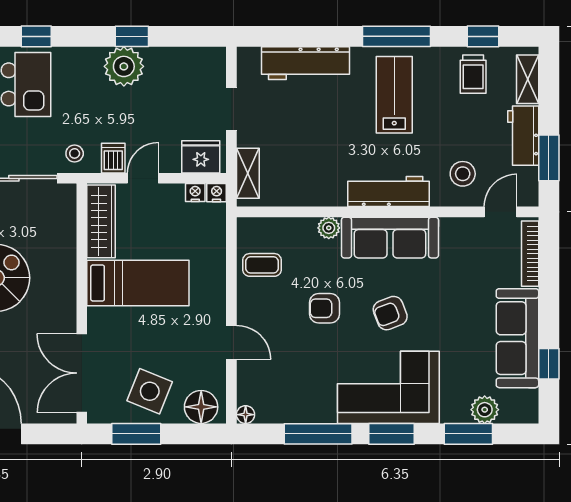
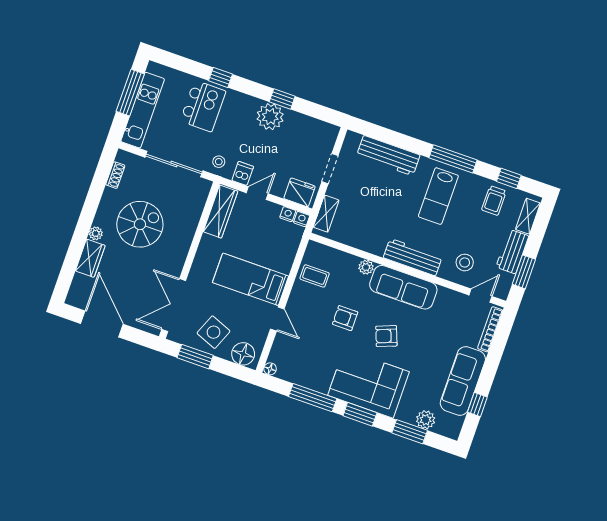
lab bench: (394, 95) -> (438, 196), turned 180
bed: (138, 283) -> (251, 279), moved, turned 180

